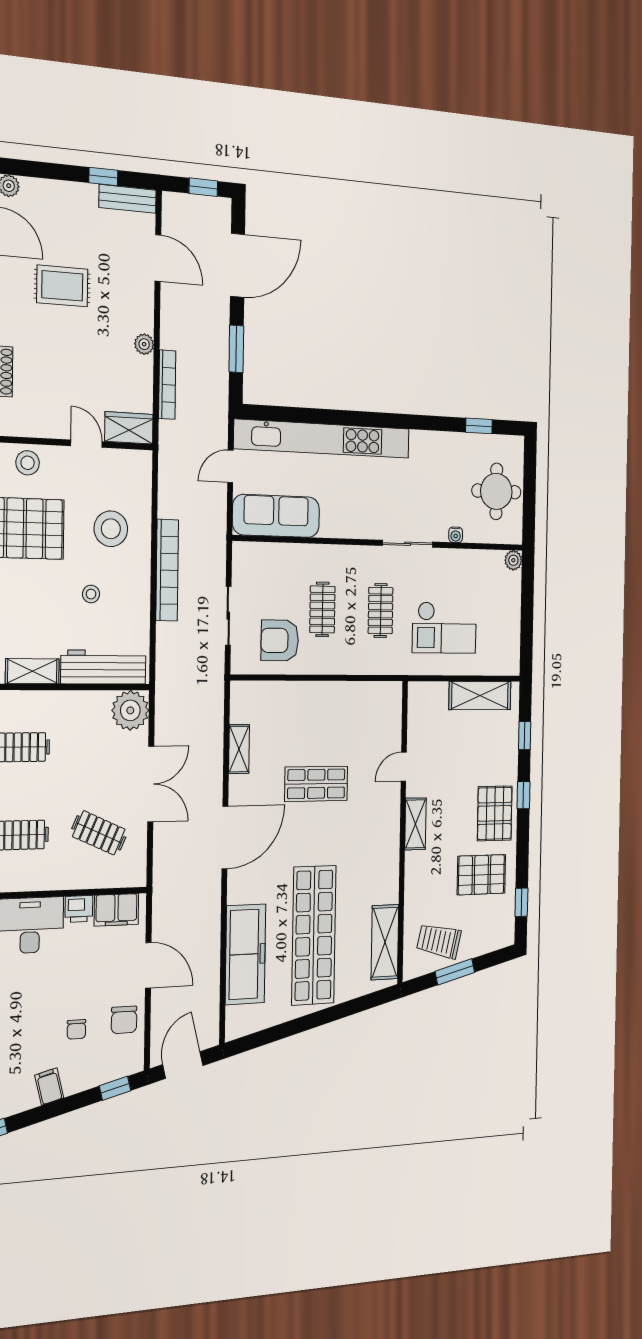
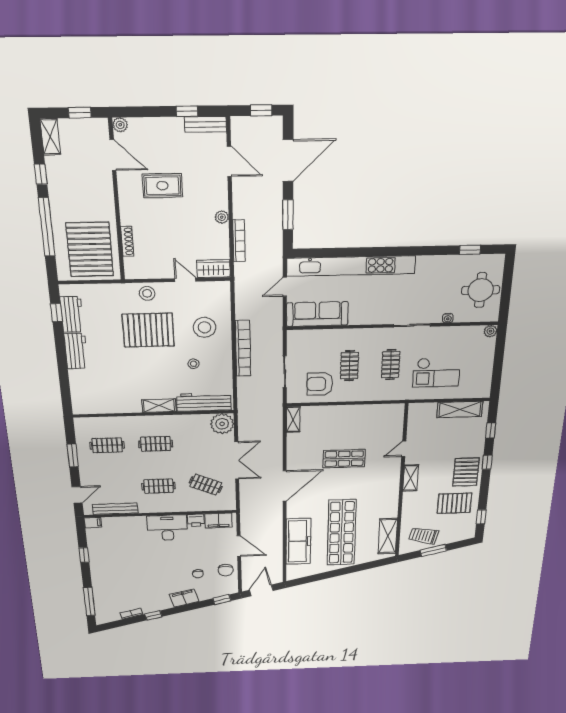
shelving: (239, 749) -> (293, 419), moved
filing cabinet: (49, 1086) -> (184, 598), width x2.00

